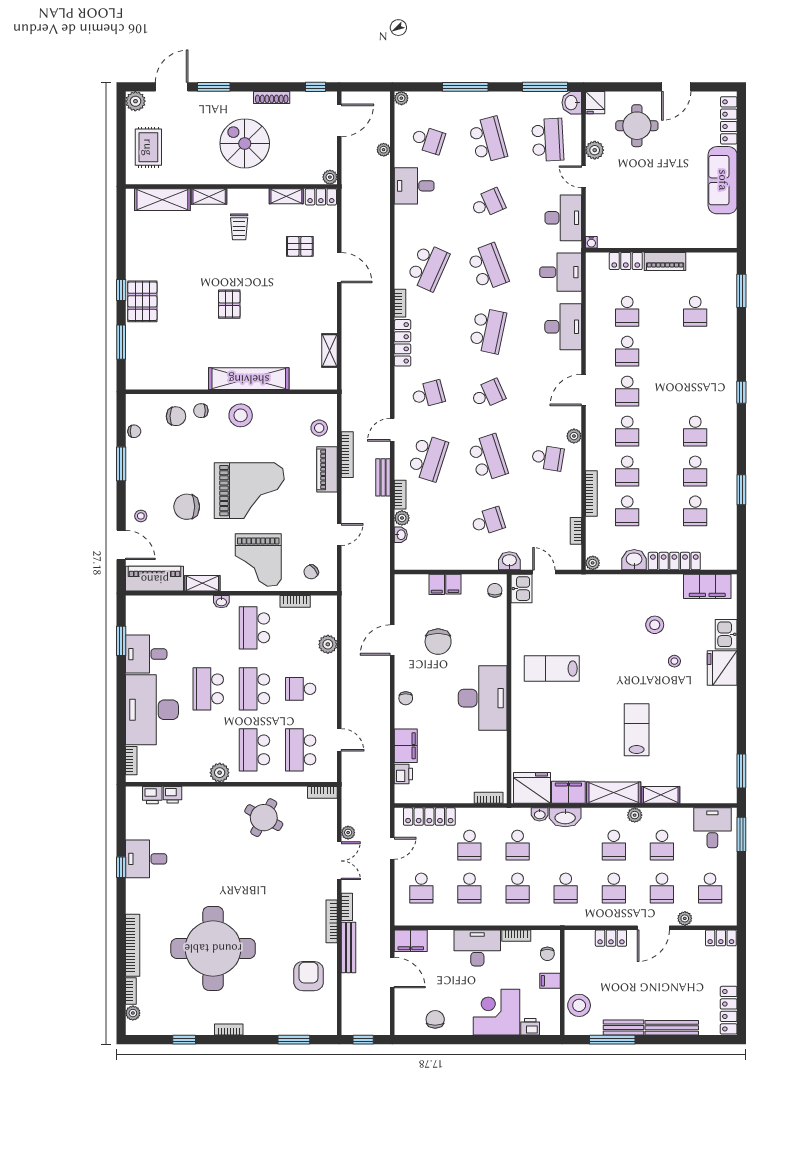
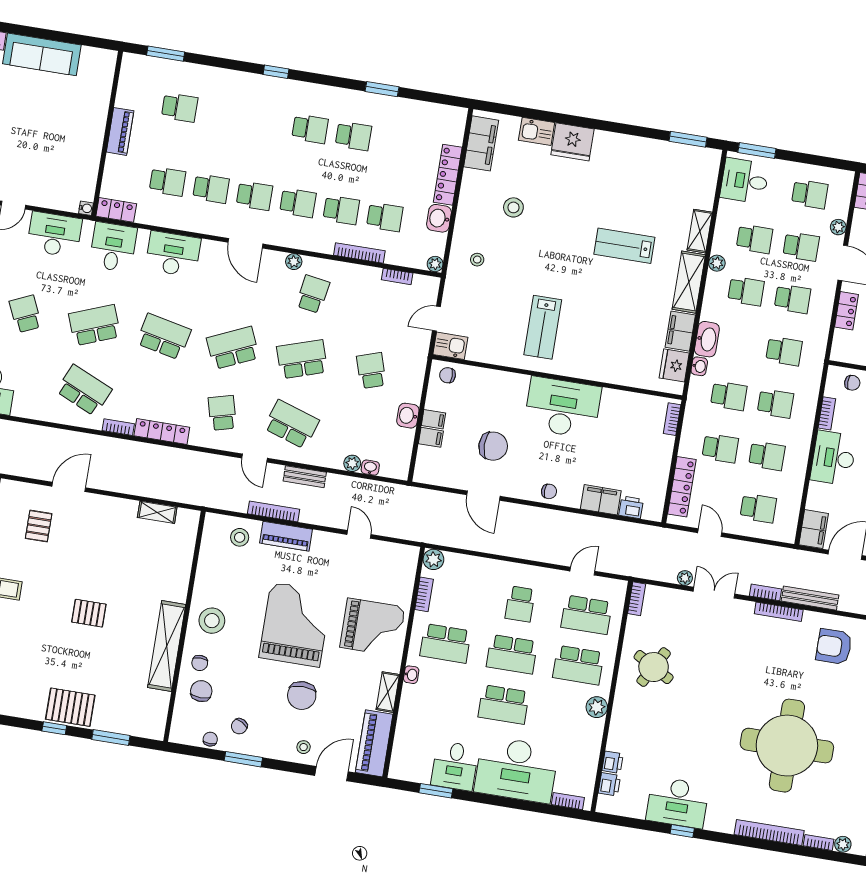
locker: (626, 261) -> (116, 210), moved, turned -90
shelving: (249, 379) -> (167, 646), moved
school desk: (488, 394) -> (233, 348), width x1.85
bookcase: (400, 495) -> (327, 461), removed
school desk: (695, 511) -> (397, 143), removed
washbasin: (509, 561) -> (408, 416), moved
chair: (311, 572) -> (239, 726), moved, turned 67
plant: (328, 644) -> (433, 559), moved
stool: (674, 661) -> (477, 260), moved
fridge: (532, 788) -> (674, 365), width x0.73, depth x0.75
desk: (146, 859) -> (677, 802), width x1.37

